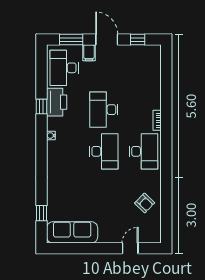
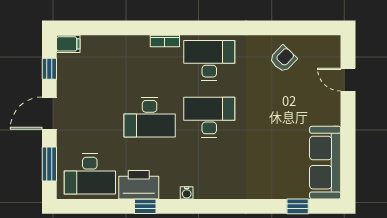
filing cabinet: (89, 53) -> (68, 44), moved

